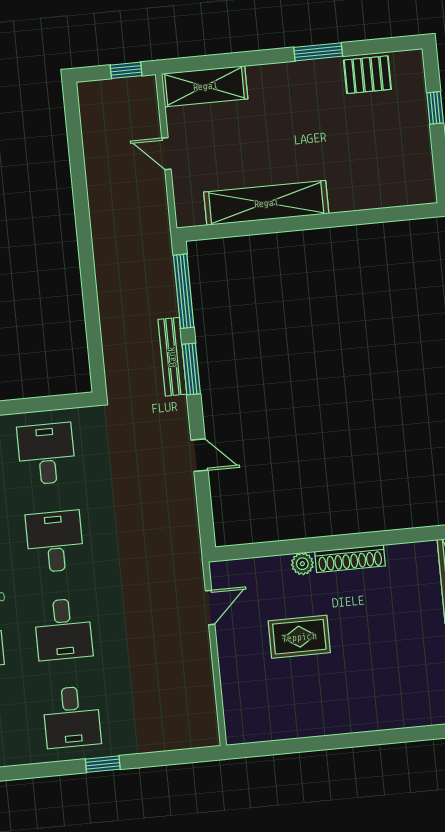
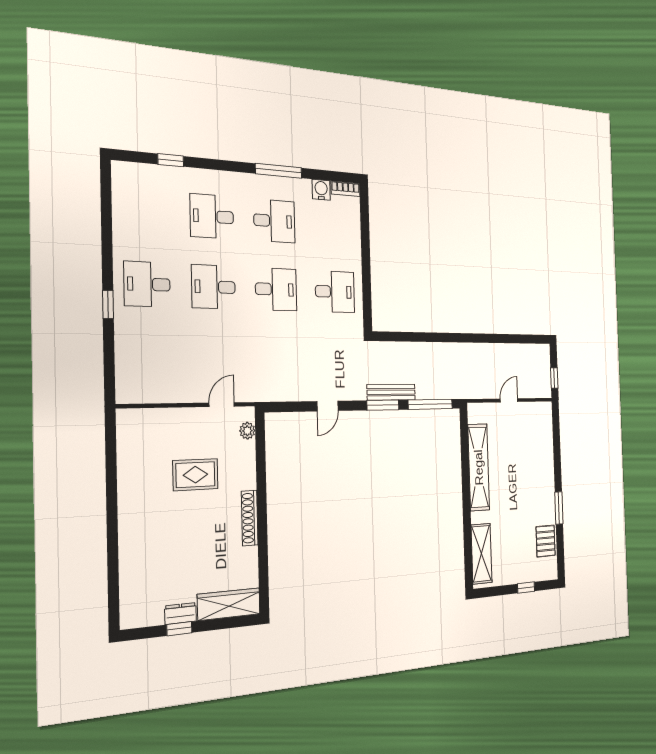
shelving: (205, 86) -> (481, 554), moved
plant: (302, 564) -> (247, 431), moved
door: (210, 608) -> (222, 405), swing flipped
rug: (299, 637) -> (195, 475), turned 90

